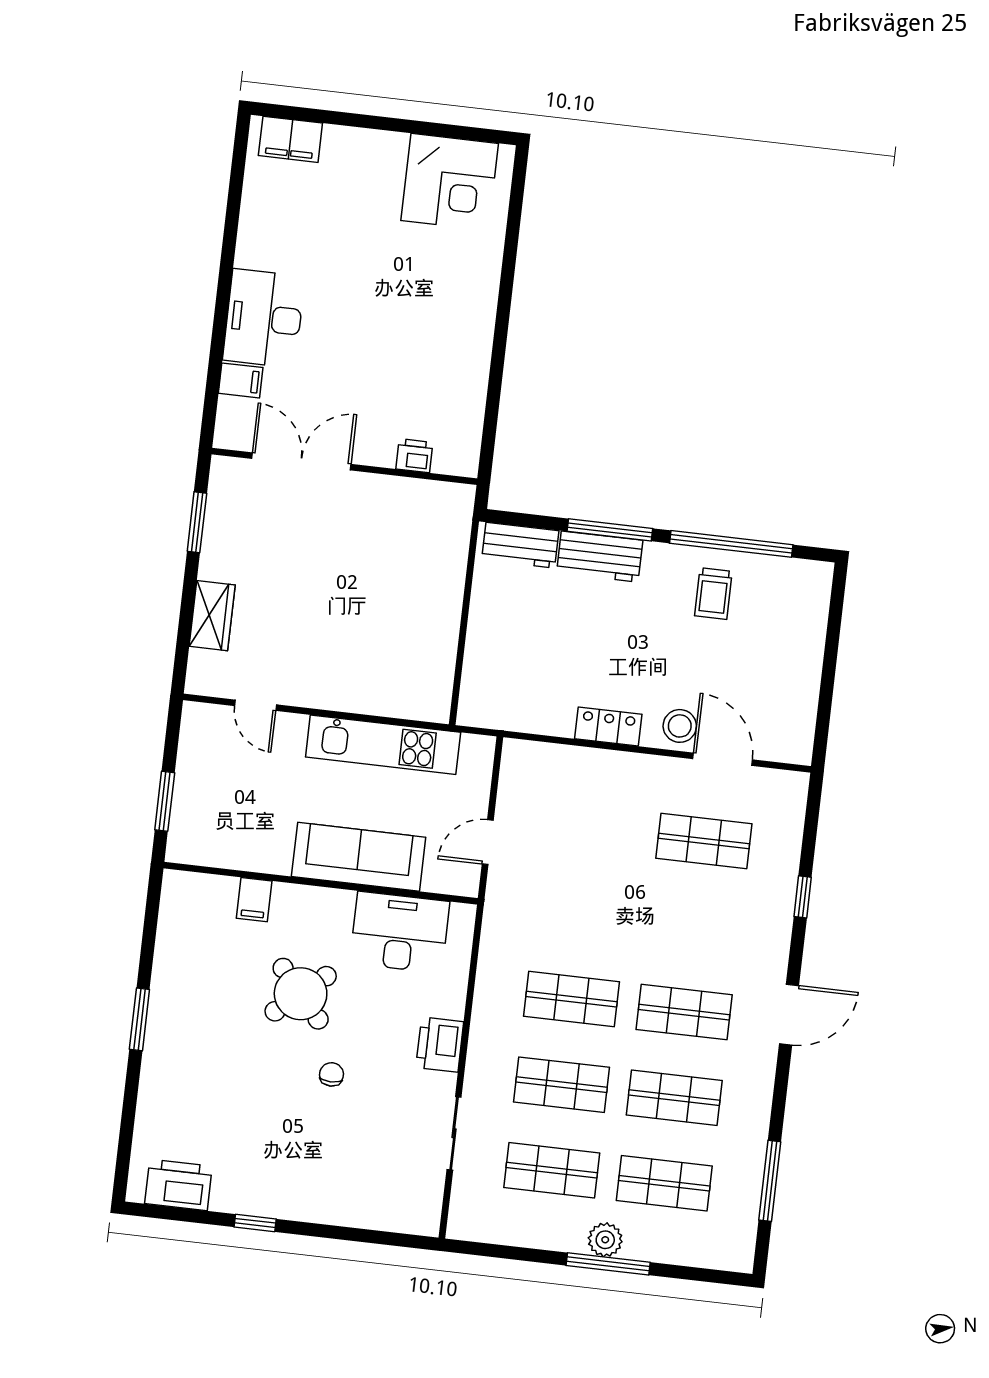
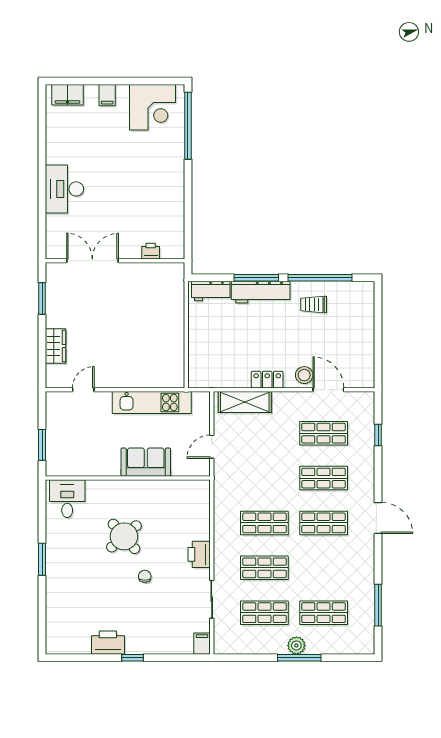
window: (513, 225) -> (188, 126), added
filing cabinet: (241, 380) -> (107, 95), moved, turned 90
workbench: (600, 557) -> (261, 292), width x1.38
trolley: (713, 594) -> (314, 305), turned 90
door: (255, 705) -> (83, 390), swing flipped
shelving: (561, 764) -> (245, 402), added
sofa: (359, 857) -> (146, 462), width x0.73
window: (803, 897) -> (378, 435), moved
filing cabinet: (254, 900) -> (202, 644), moved, turned 180
desk: (400, 932) -> (67, 499), moved, width x0.73
door: (789, 1015) -> (378, 518), hinge flipped
shop shelf: (674, 1098) -> (324, 478), moved
printer: (178, 1185) -> (108, 643), moved
window: (255, 1223) -> (132, 658), moved

